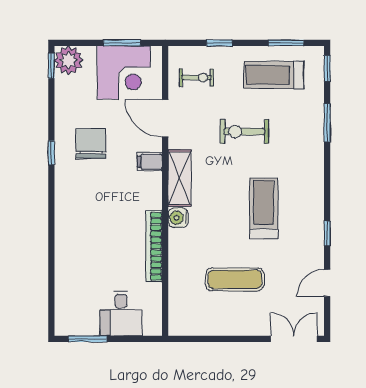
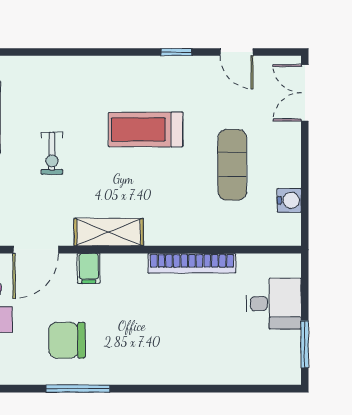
window: (327, 123) -> (41, 52), removed
exercise bike: (244, 132) -> (52, 153), width x0.73, depth x0.72
window: (51, 153) -> (78, 389), width x2.17
water cooler: (178, 218) -> (289, 200), moved, turned -90

